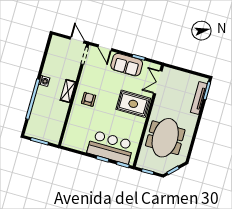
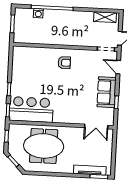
door: (105, 48) -> (118, 67), hinge flipped
washing machine: (44, 81) -> (38, 13), moved
double door: (158, 82) -> (96, 126), swing flipped
shelving: (68, 91) -> (105, 17), moved
rug: (133, 104) -> (70, 107), removed
bar counter: (111, 147) -> (31, 110), moved, turned -90

